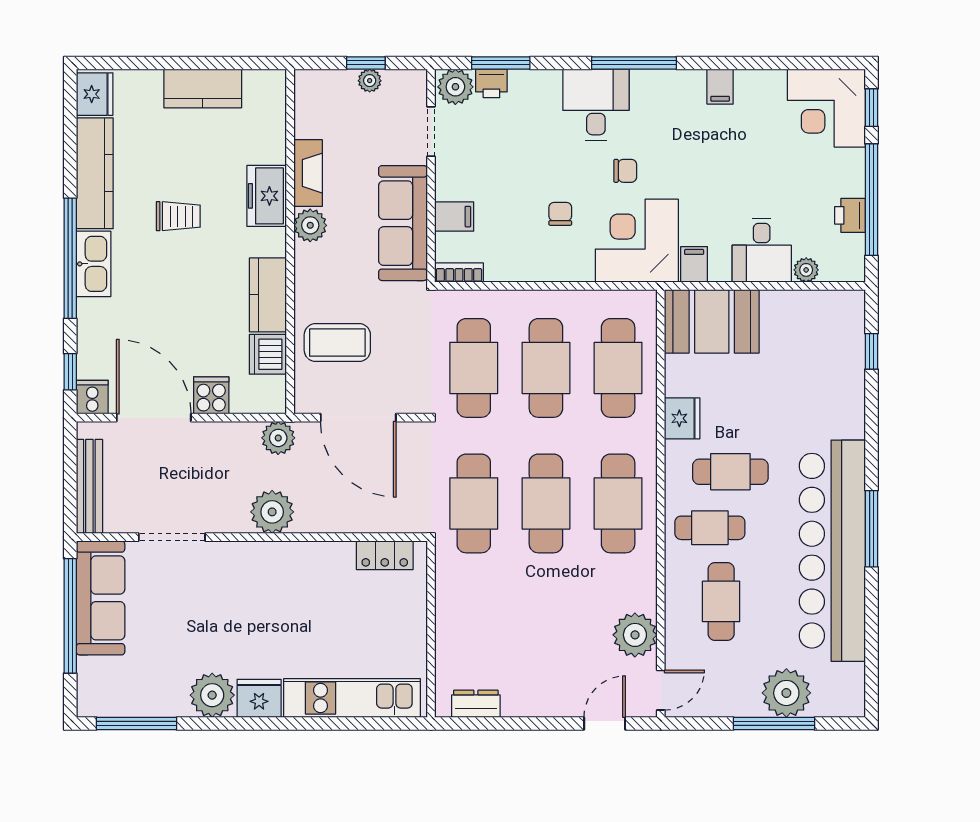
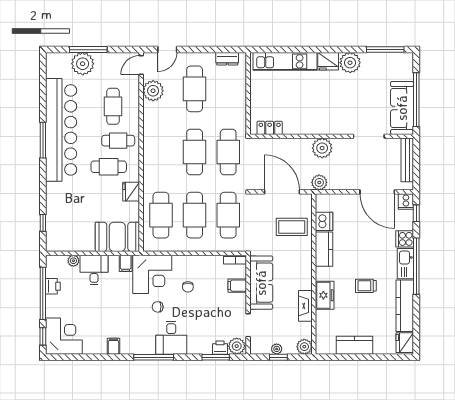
plant: (310, 225) -> (304, 347), moved
cooker: (211, 395) -> (405, 239), moved, turned 90
cafe table: (618, 503) -> (195, 89), moved

